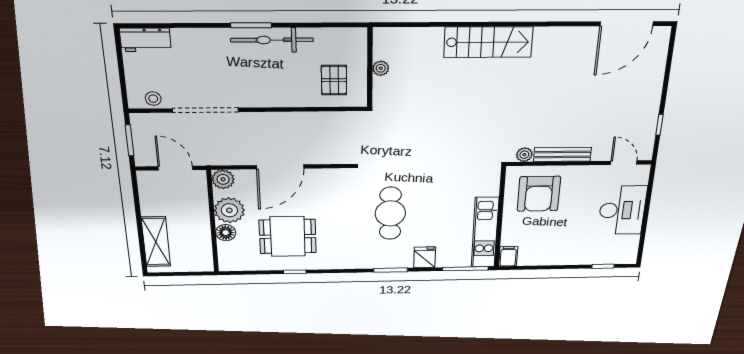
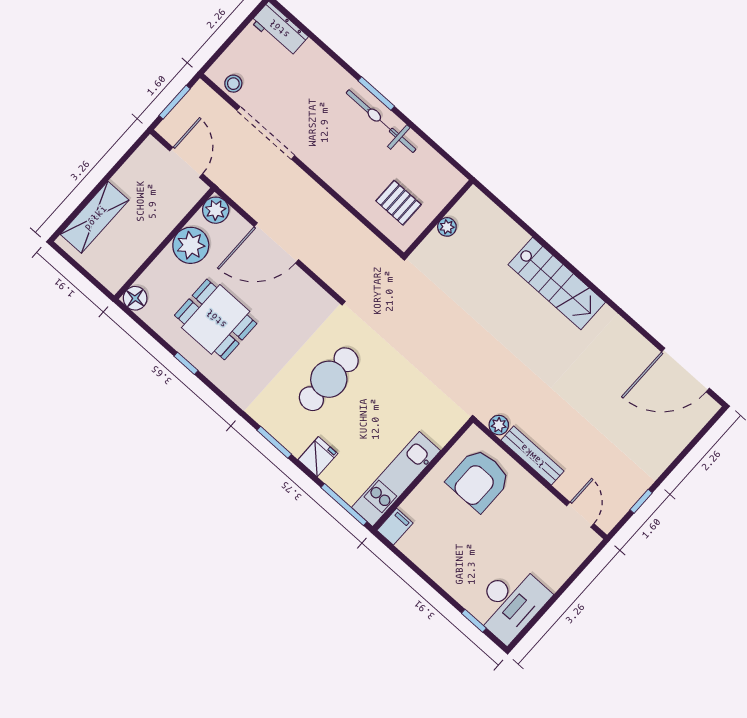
pallet: (334, 80) -> (399, 203), turned 90
desk: (622, 210) -> (510, 602), moved
floor lamp: (226, 233) -> (135, 298), moved

